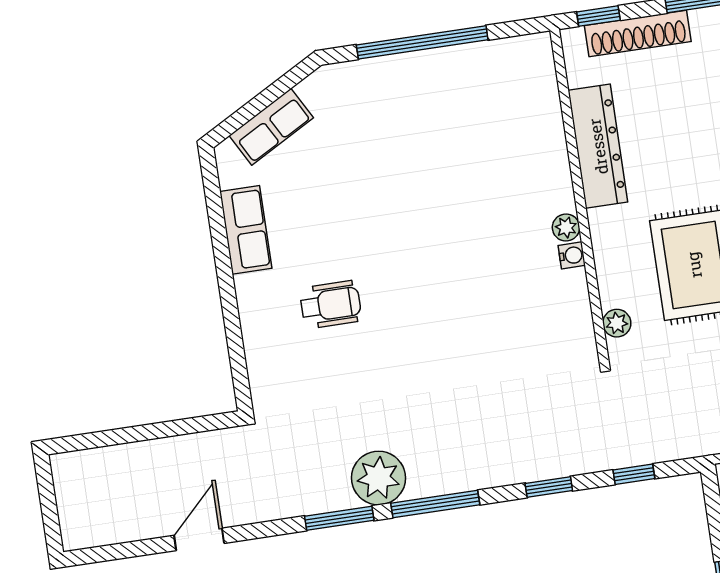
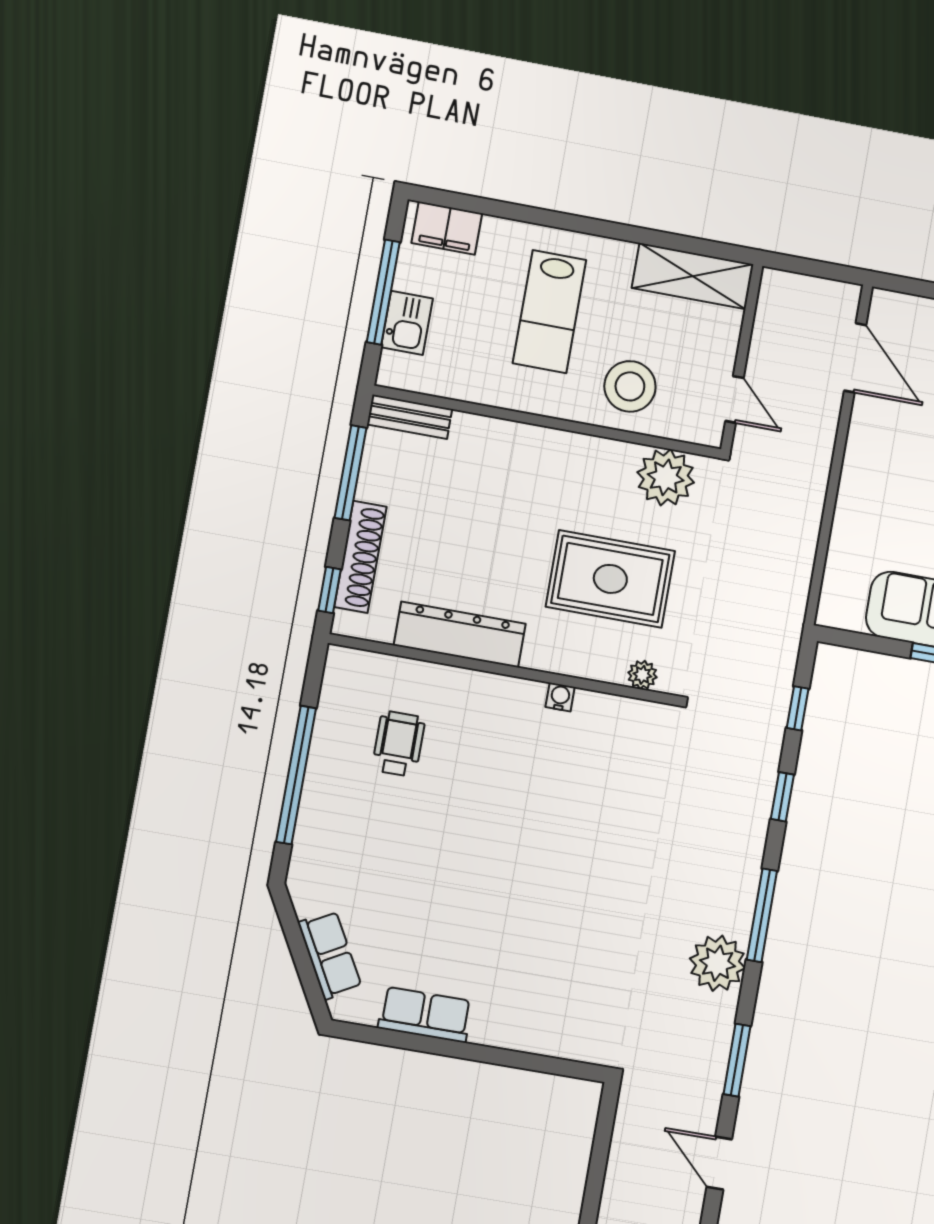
plant: (566, 227) -> (530, 693), removed
wheelchair: (331, 305) -> (399, 744), moved
window: (339, 518) -> (737, 1060), moved

